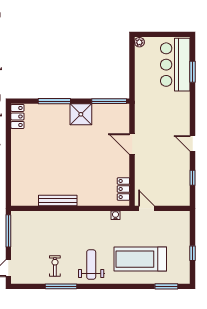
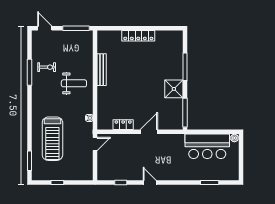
bar counter: (175, 65) -> (207, 146), moved, turned 180
locker: (17, 116) -> (138, 36), moved, width x1.53
door: (193, 143) -> (150, 183), hinge flipped
locker: (123, 189) -> (123, 125), moved
treadmill: (140, 259) -> (52, 139), turned 180
weight bench: (91, 265) -> (74, 83), moved

